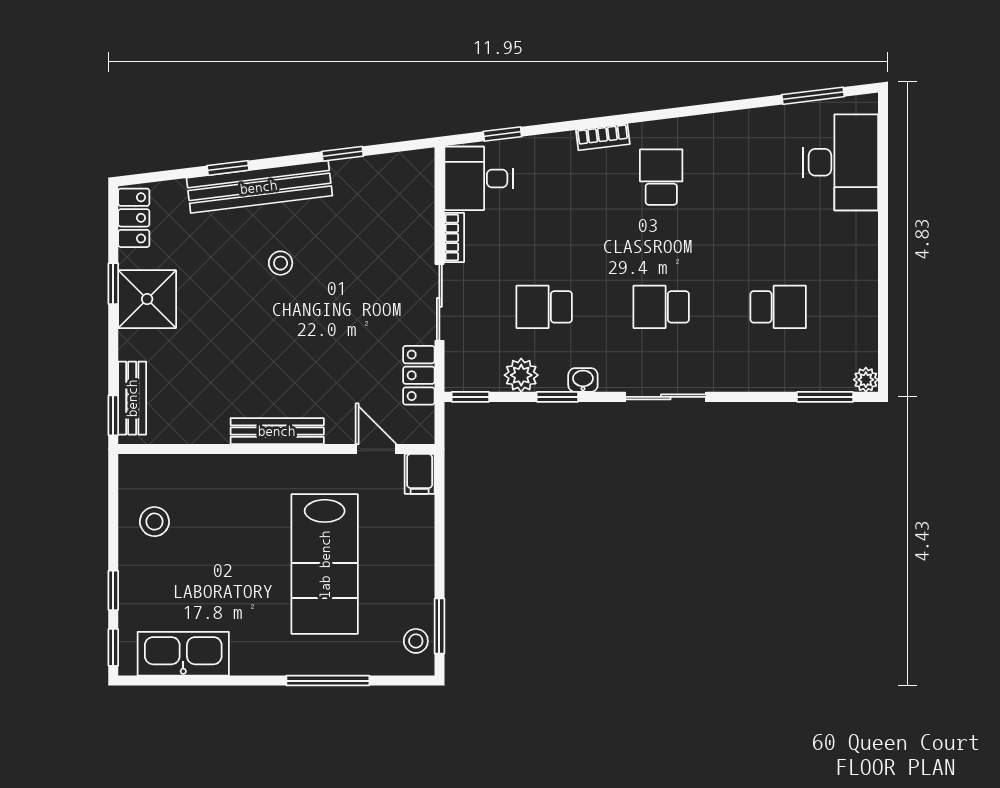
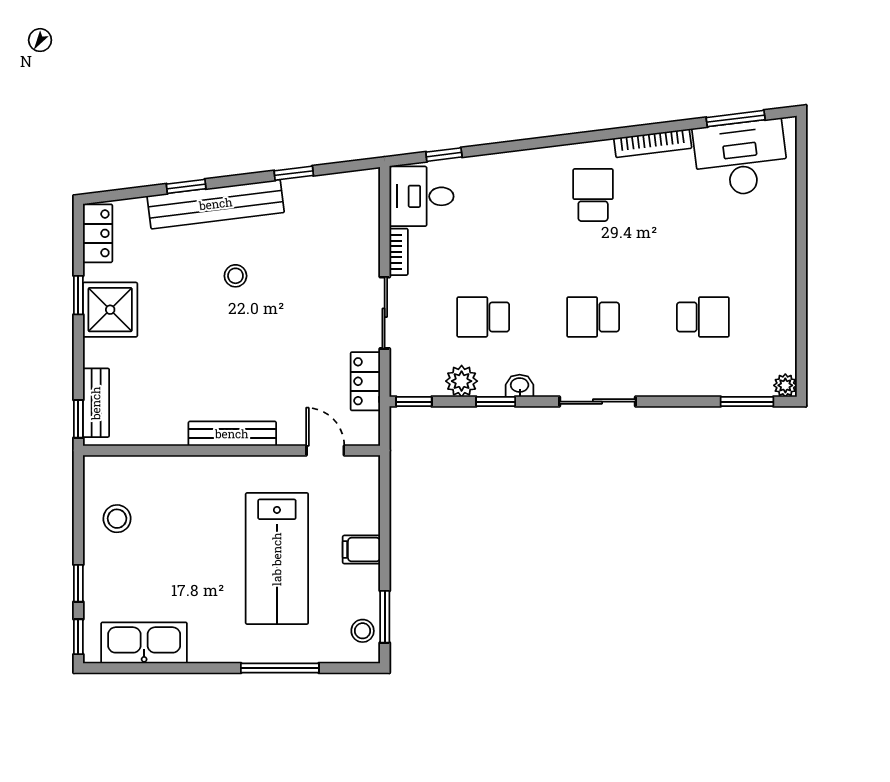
bookcase: (603, 137) -> (653, 143), moved, width x1.56
desk: (840, 162) -> (741, 158), moved, turned -97
filing cabinet: (420, 474) -> (361, 550), moved, turned 90

